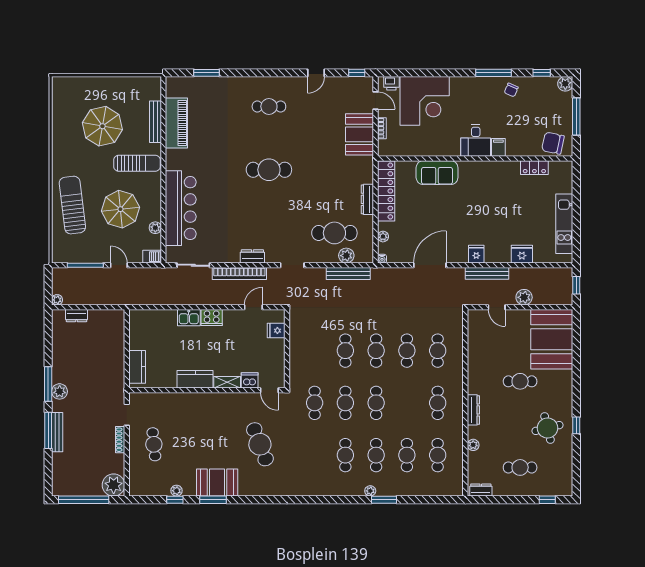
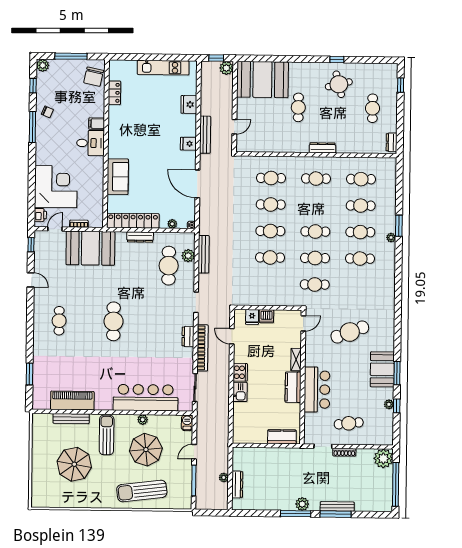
booth: (359, 134) -> (90, 248), width x1.36, depth x1.42
plant: (155, 228) -> (143, 420), moved
plant: (524, 297) -> (226, 68), moved
plant: (57, 300) -> (224, 477), moved
dresser: (76, 316) -> (237, 484), width x1.44
dishwasher: (250, 380) -> (266, 316), moved, turned -90
bar counter: (193, 407) -> (317, 390), added
plant: (473, 445) -> (353, 148), removed

